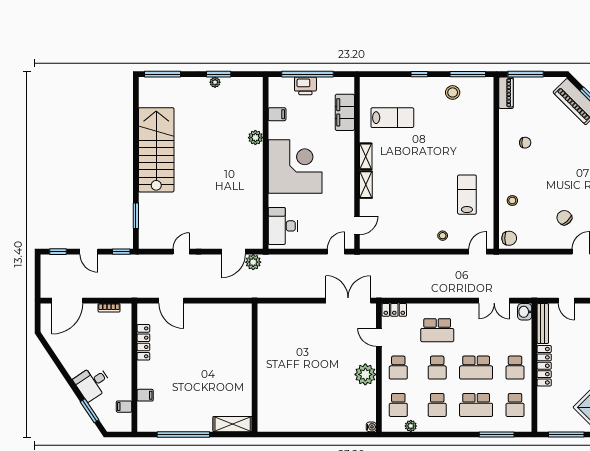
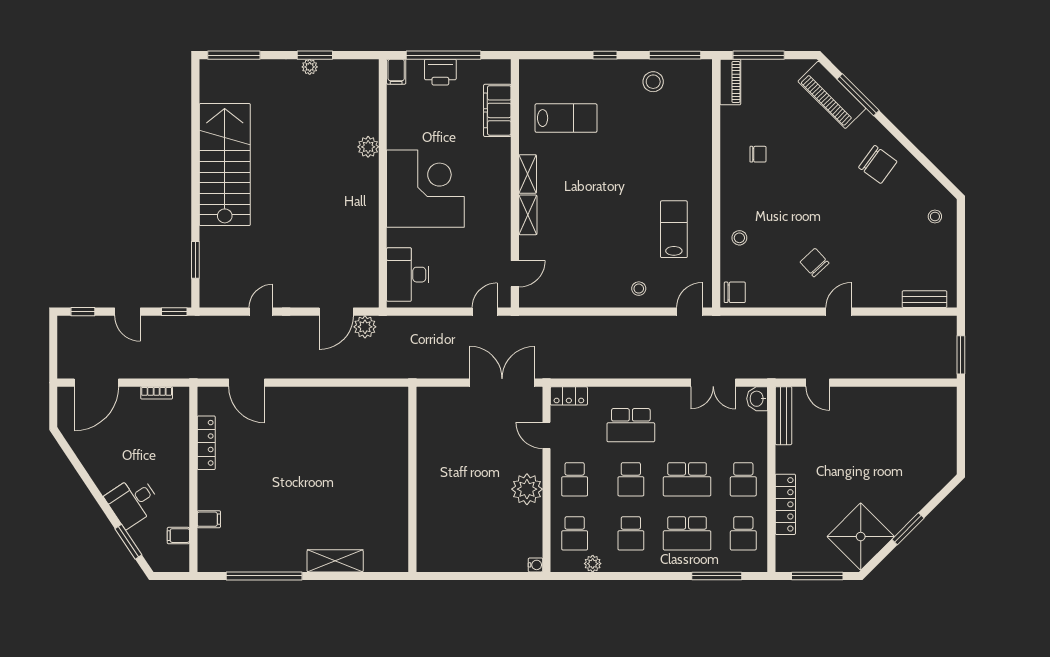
filing cabinet: (277, 114) -> (396, 72), moved, turned 90
locker: (544, 366) -> (785, 504), moved
wall: (255, 368) -> (412, 479), moved

